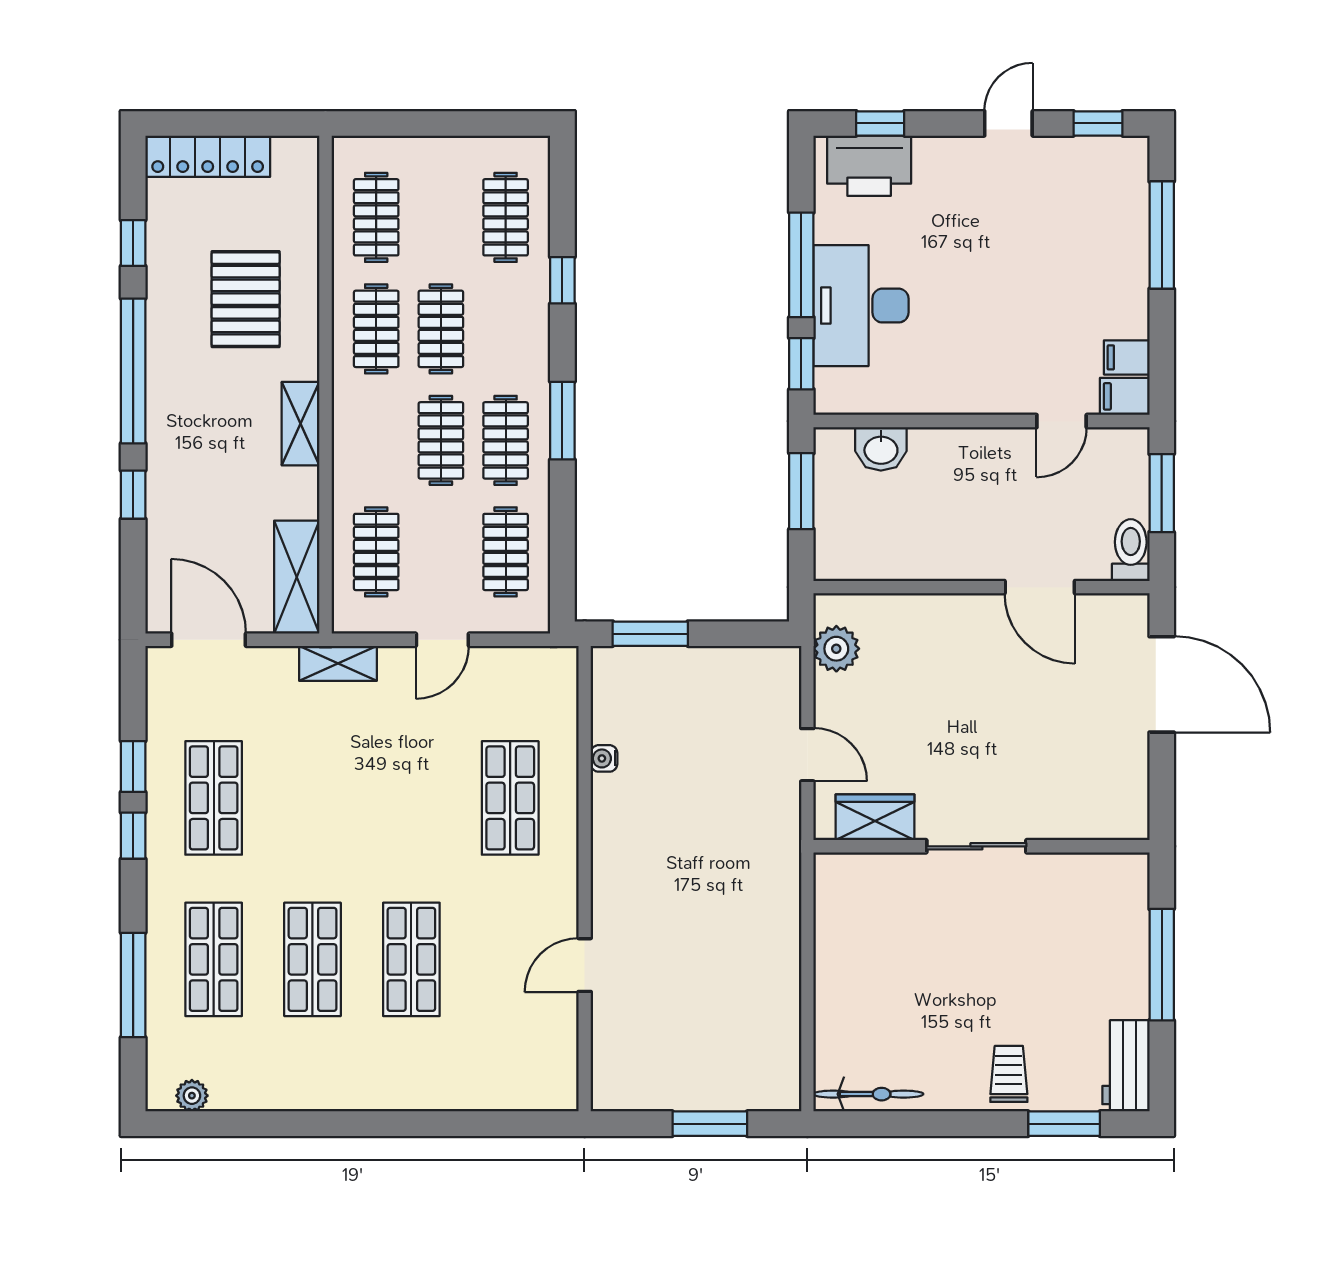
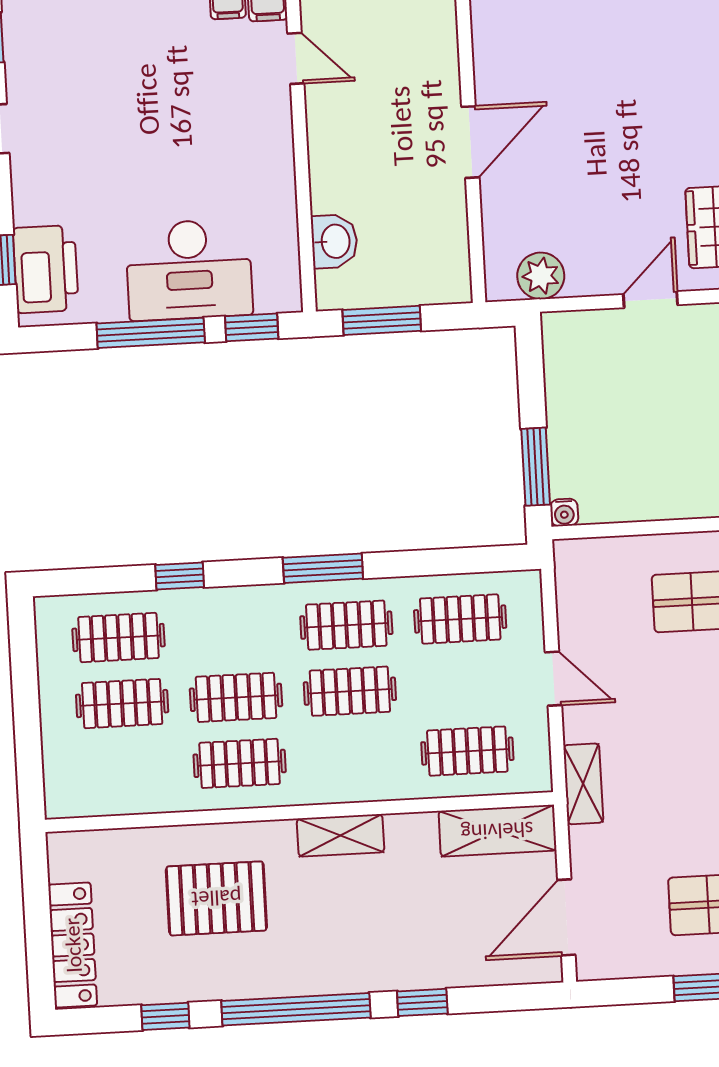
clothes rail: (376, 217) -> (122, 704), moved
door: (1040, 587) -> (470, 142), moved
water cooler: (604, 758) -> (564, 513), moved

